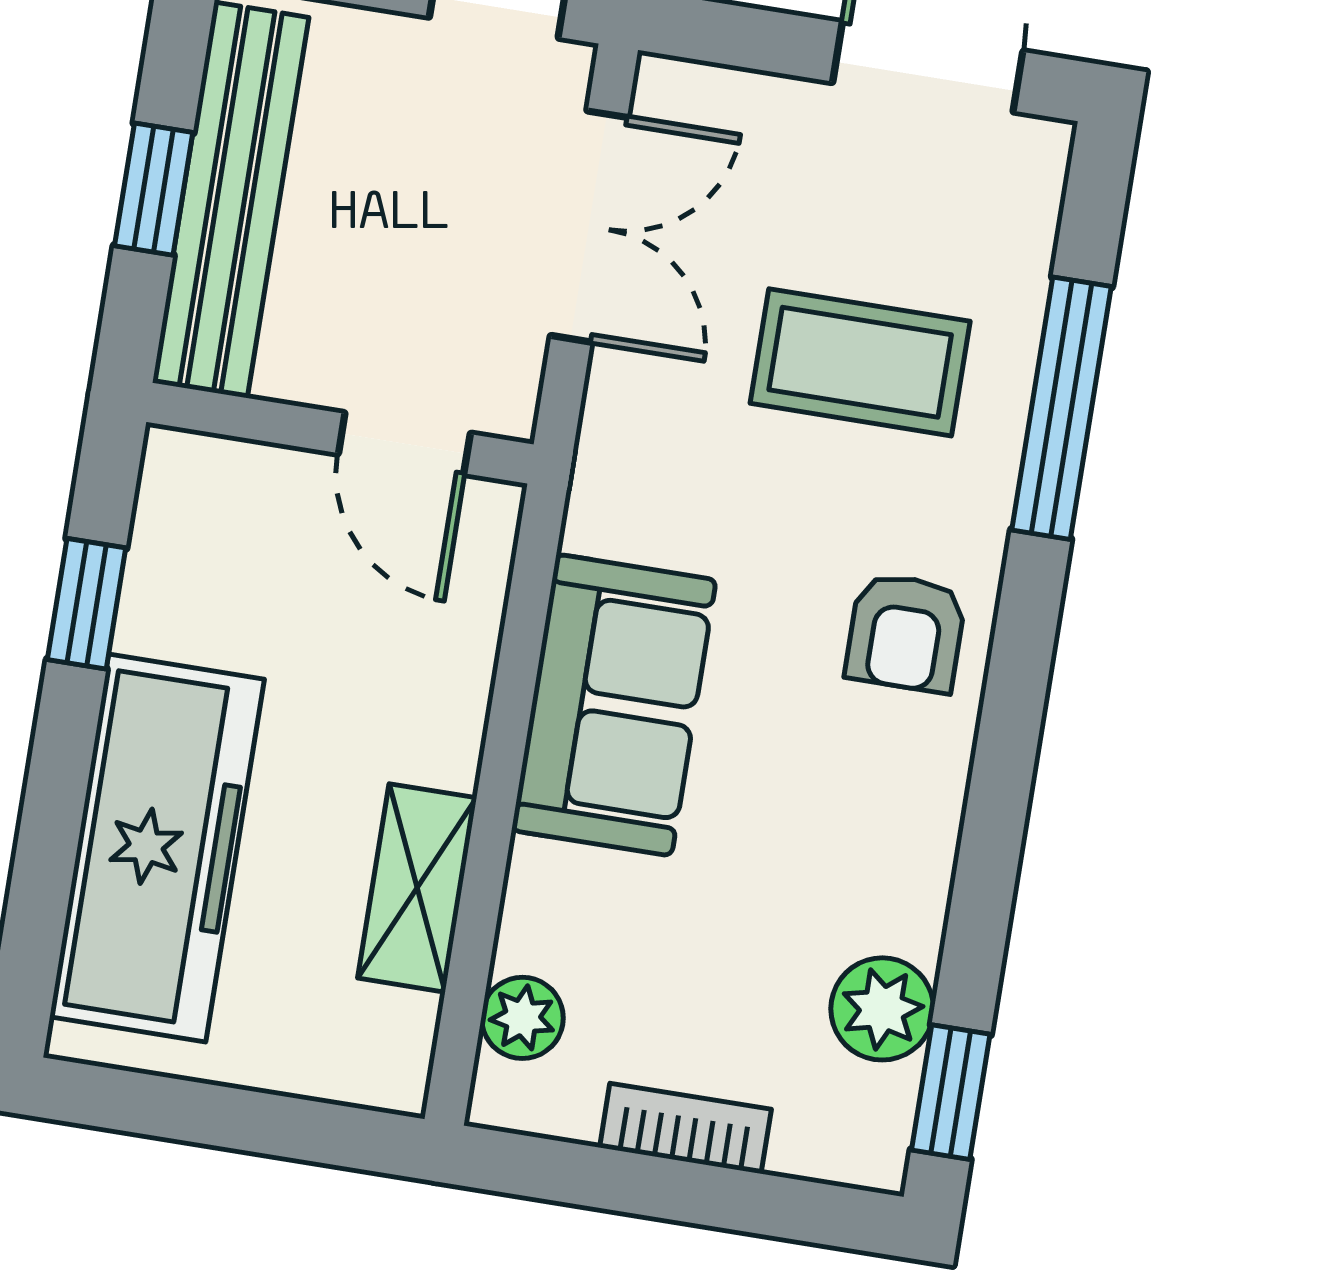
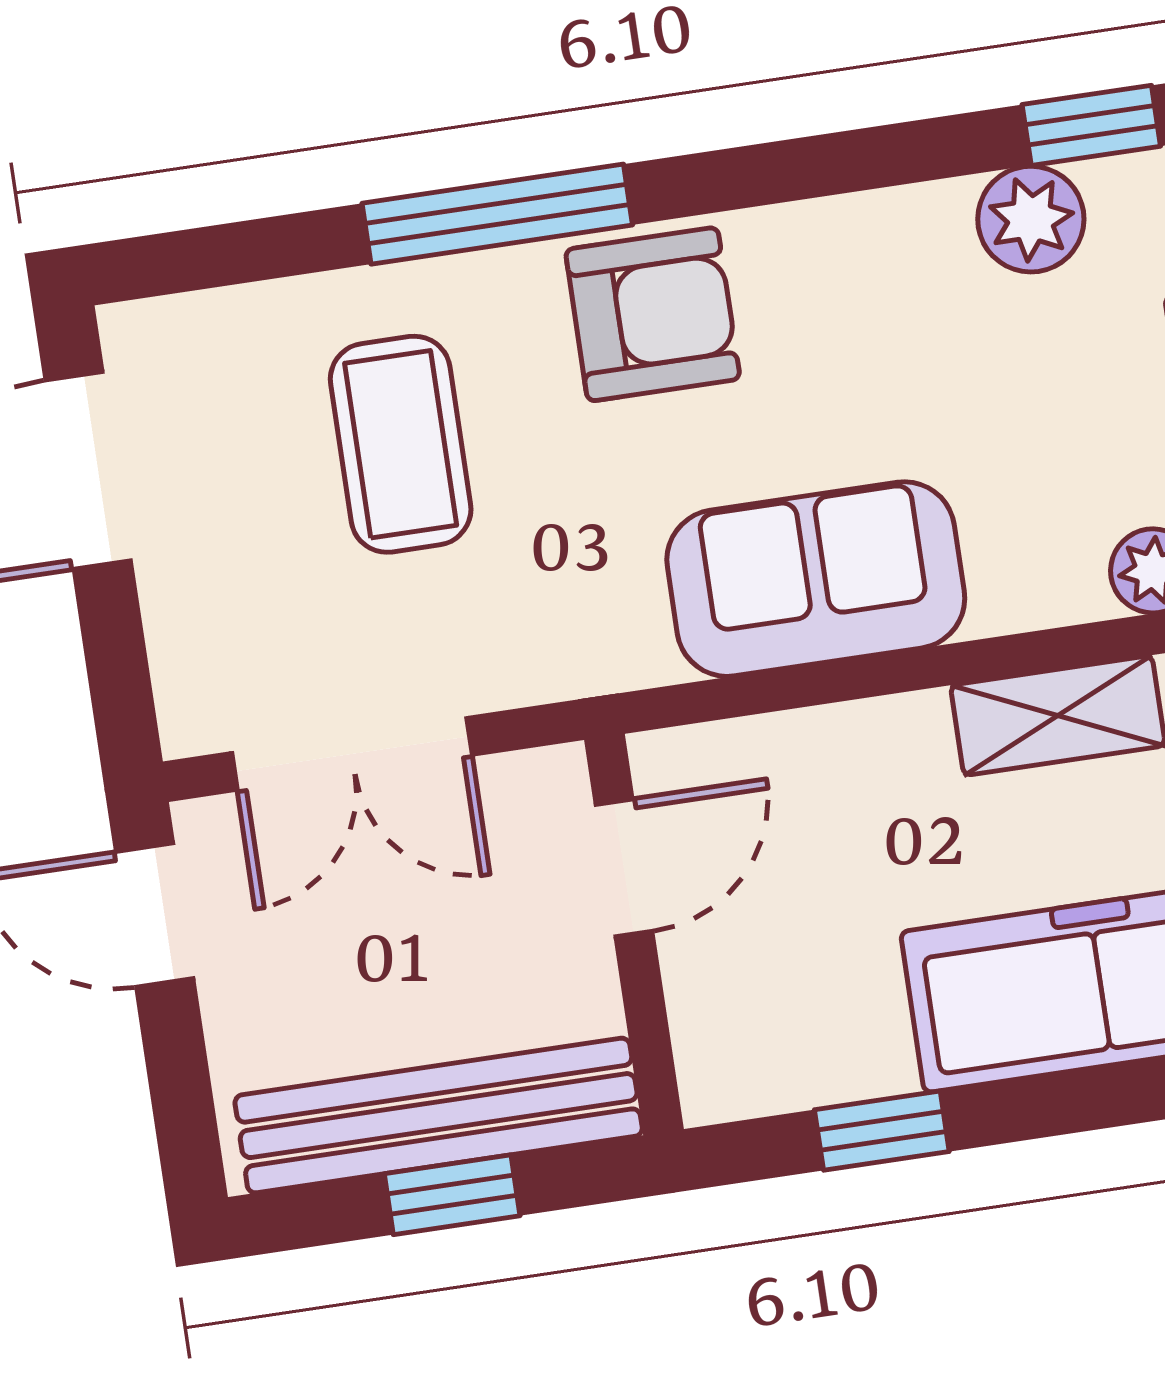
double door: (589, 226) -> (352, 754), swing flipped
window: (1062, 408) -> (497, 214), moved
armchair: (906, 633) -> (653, 314), width x1.38, depth x1.38

